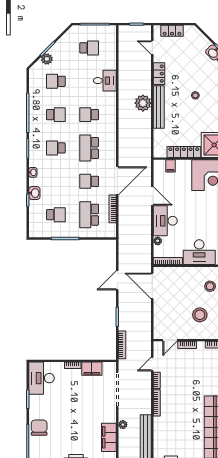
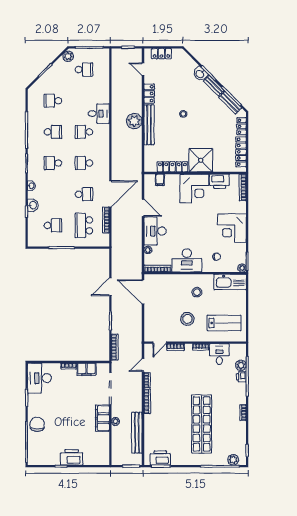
plant: (47, 59) -> (68, 56), moved
desk: (105, 81) -> (99, 114), moved
school desk: (89, 148) -> (84, 163), width x0.54
school desk: (89, 181) -> (84, 194), turned 180
filing cabinet: (109, 437) -> (102, 418), moved

